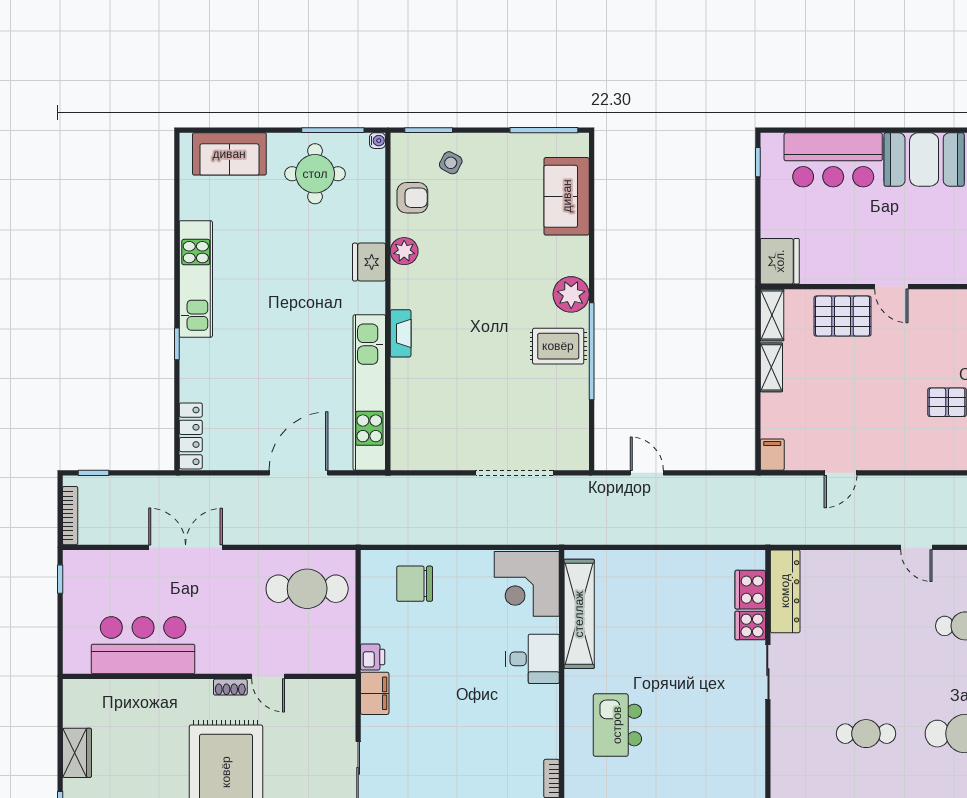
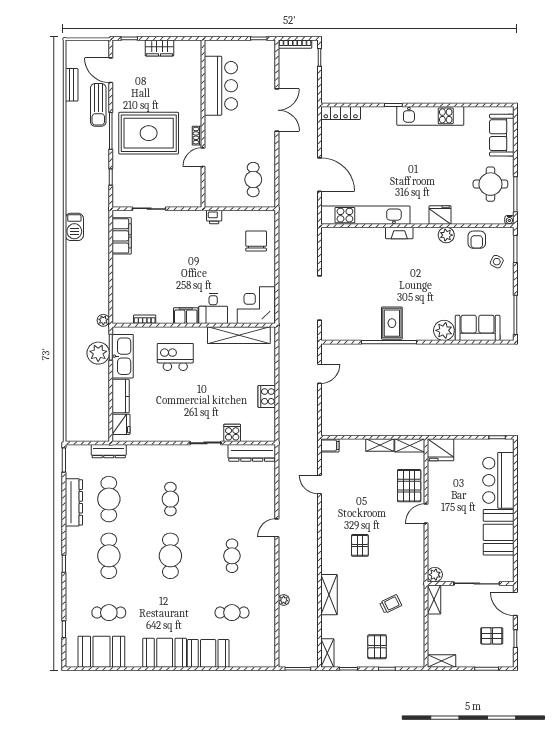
plant: (571, 294) -> (444, 330), moved
cafe table: (307, 589) -> (253, 180), width x0.73, depth x0.74
cooker: (750, 590) -> (267, 396), moved, turned -90
filing cabinet: (375, 693) -> (186, 316), moved, turned 180

